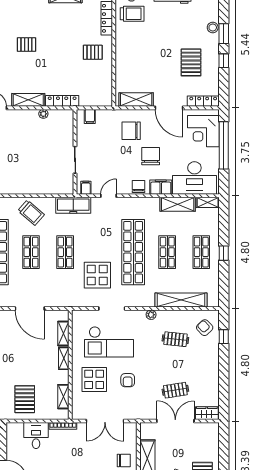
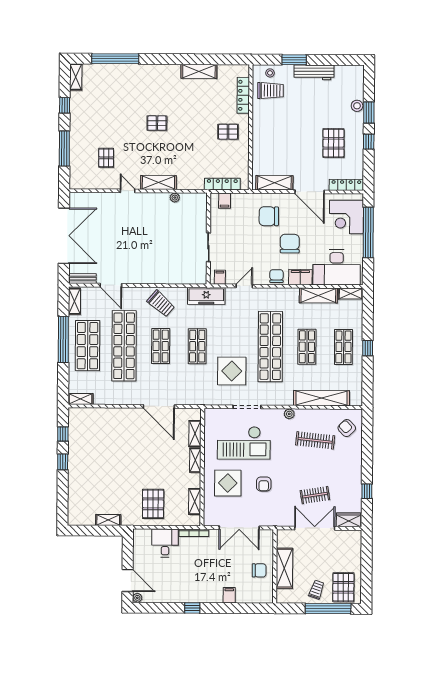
locker: (62, 101) -> (222, 184), moved
window: (224, 337) -> (367, 491), moved
clothes rail: (175, 339) -> (315, 440), width x1.36

